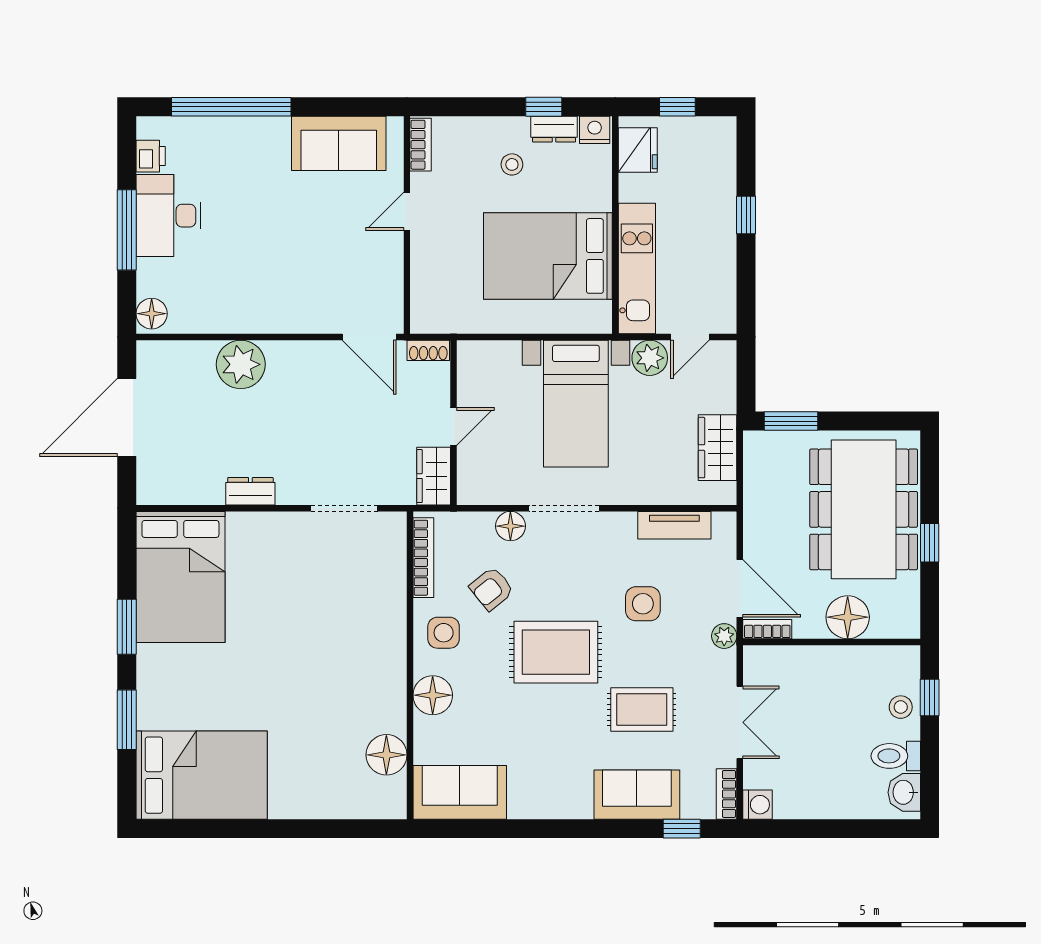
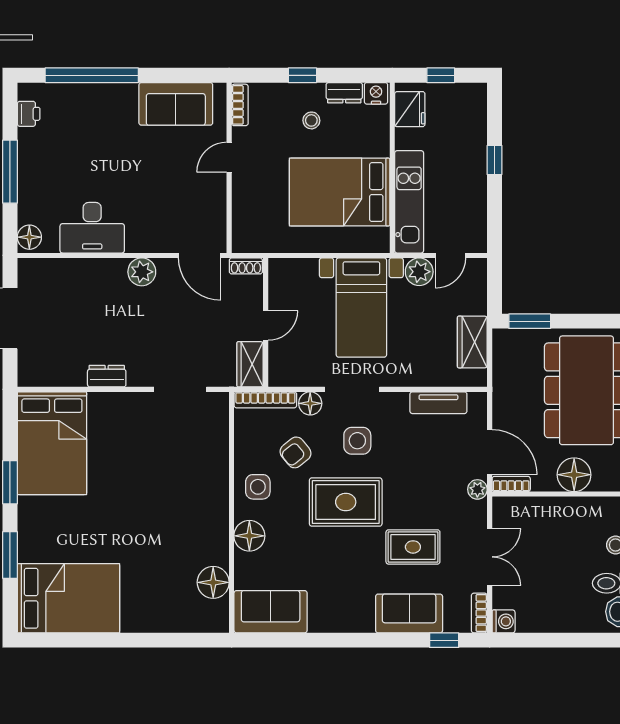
window: (544, 107) -> (302, 75), moved
desk: (168, 216) -> (92, 228), moved, turned -90
plant: (241, 364) -> (142, 272), moved, width x0.73, depth x0.73
bookcase: (423, 558) -> (265, 400), moved, turned 90
side table: (643, 604) -> (357, 441), moved

